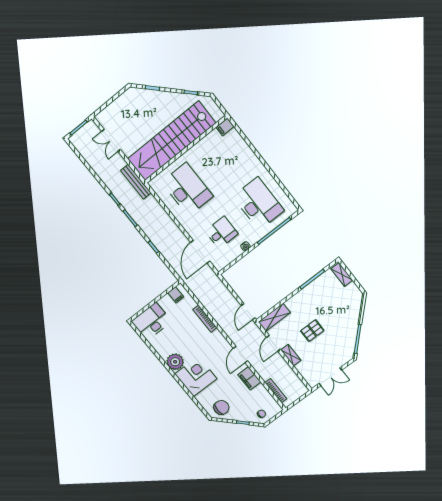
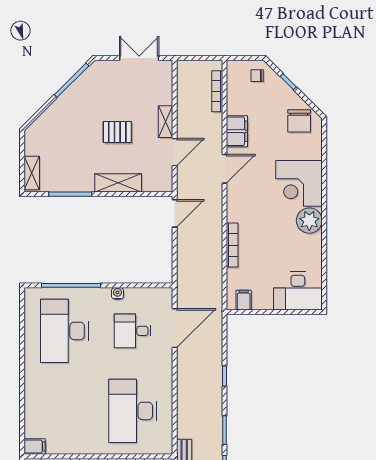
shelving: (274, 317) -> (118, 183), moved
chair: (221, 407) -> (299, 121), turned -90

